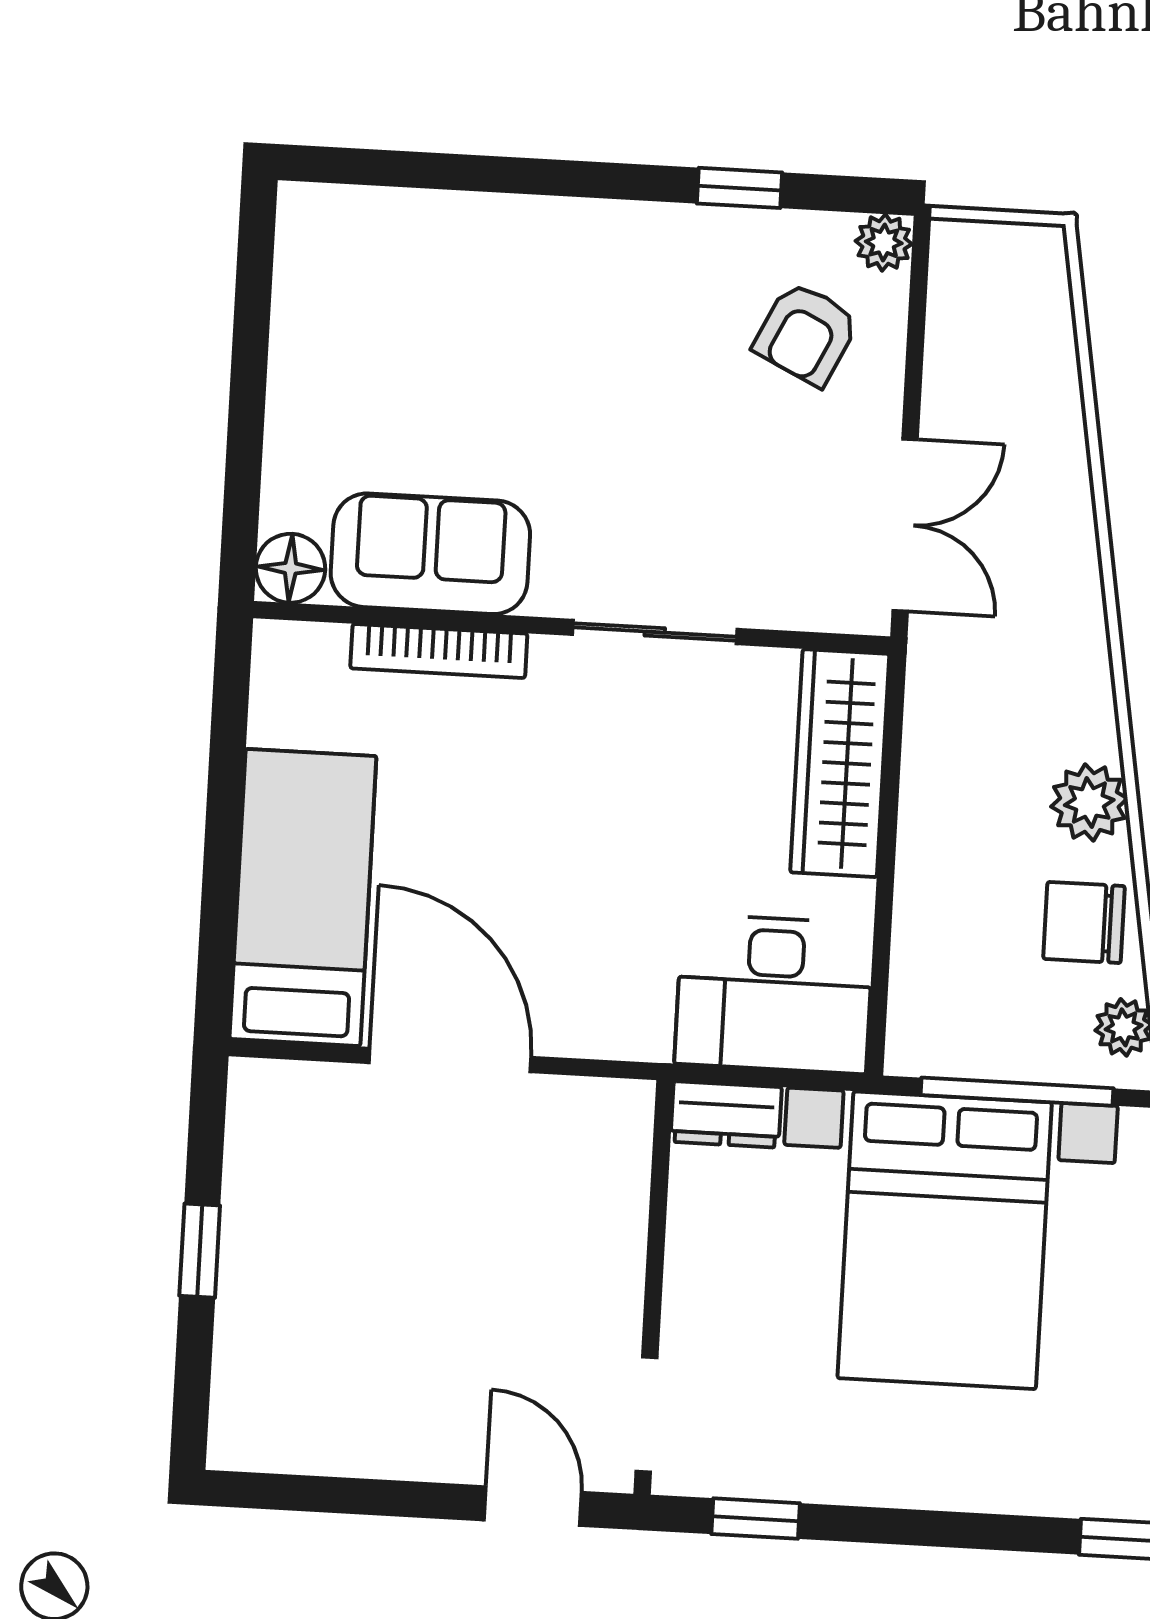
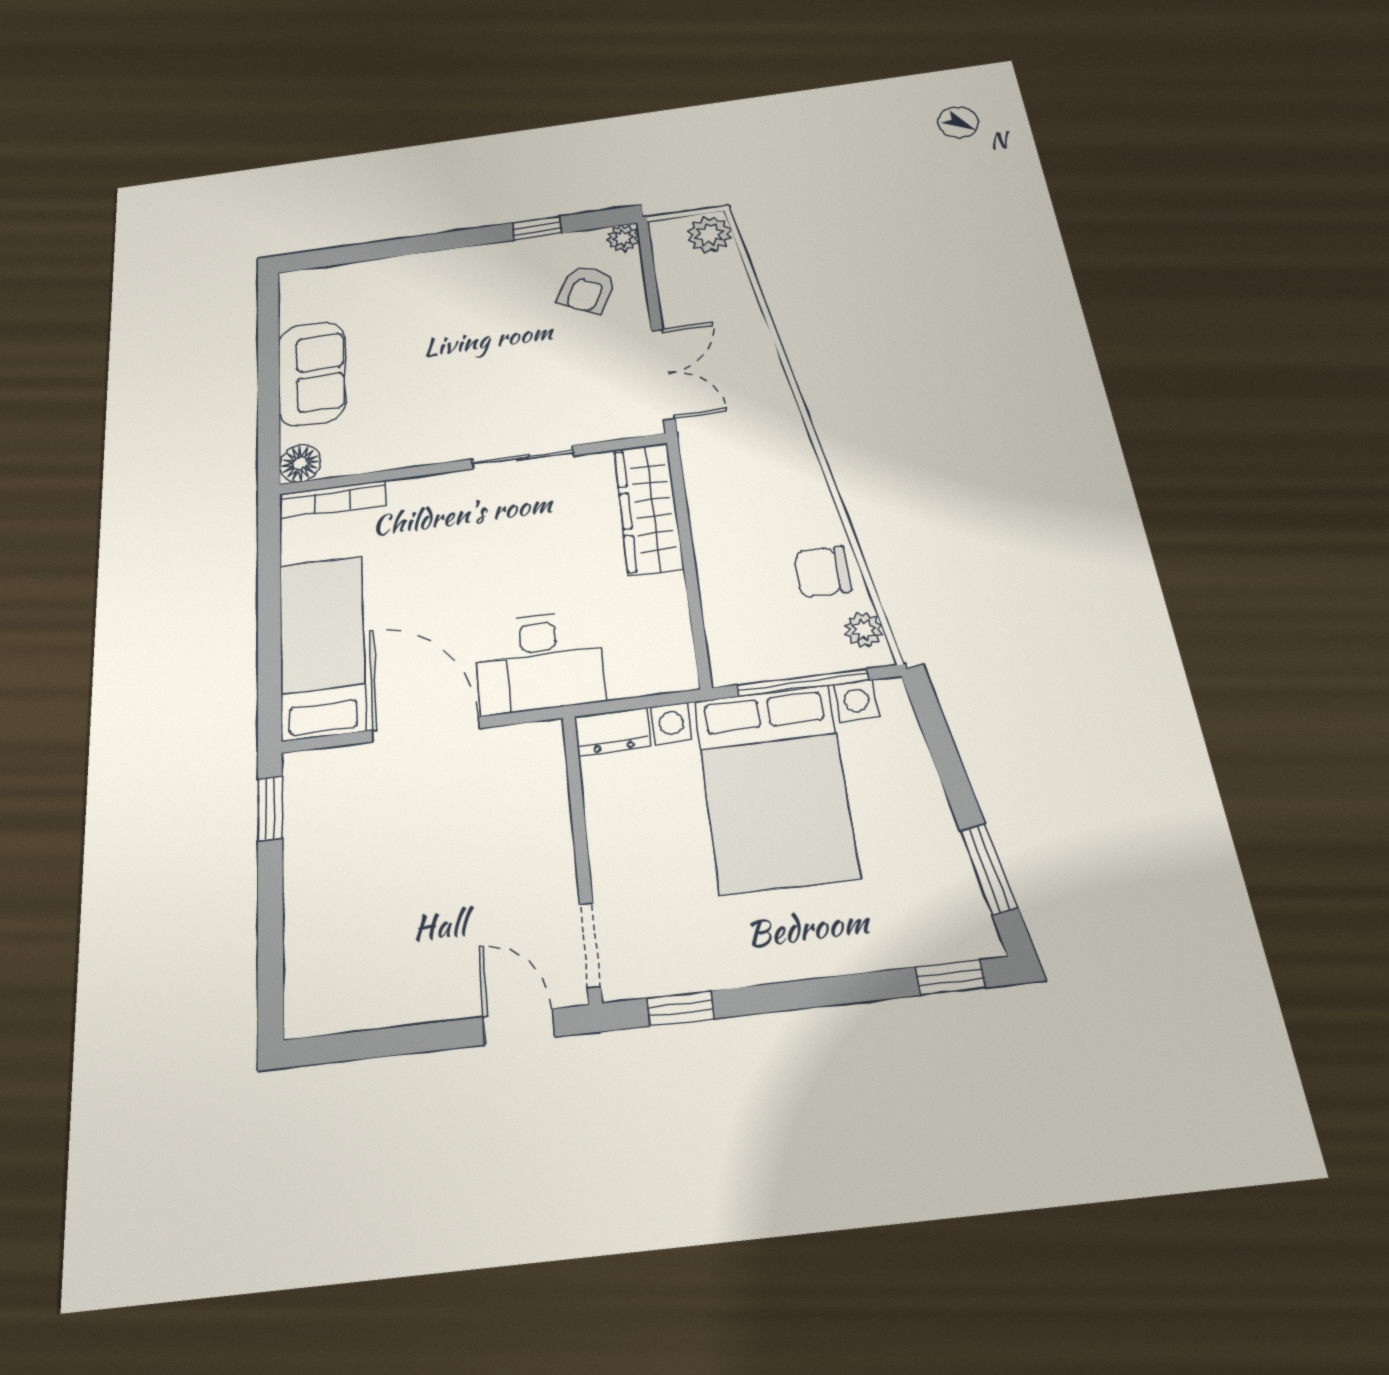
sofa: (430, 554) -> (312, 374), moved, turned 90
bookcase: (439, 651) -> (333, 499), moved
plant: (1089, 802) -> (710, 234), moved
desk: (774, 994) -> (540, 662), moved
window: (200, 1251) -> (270, 808), moved

